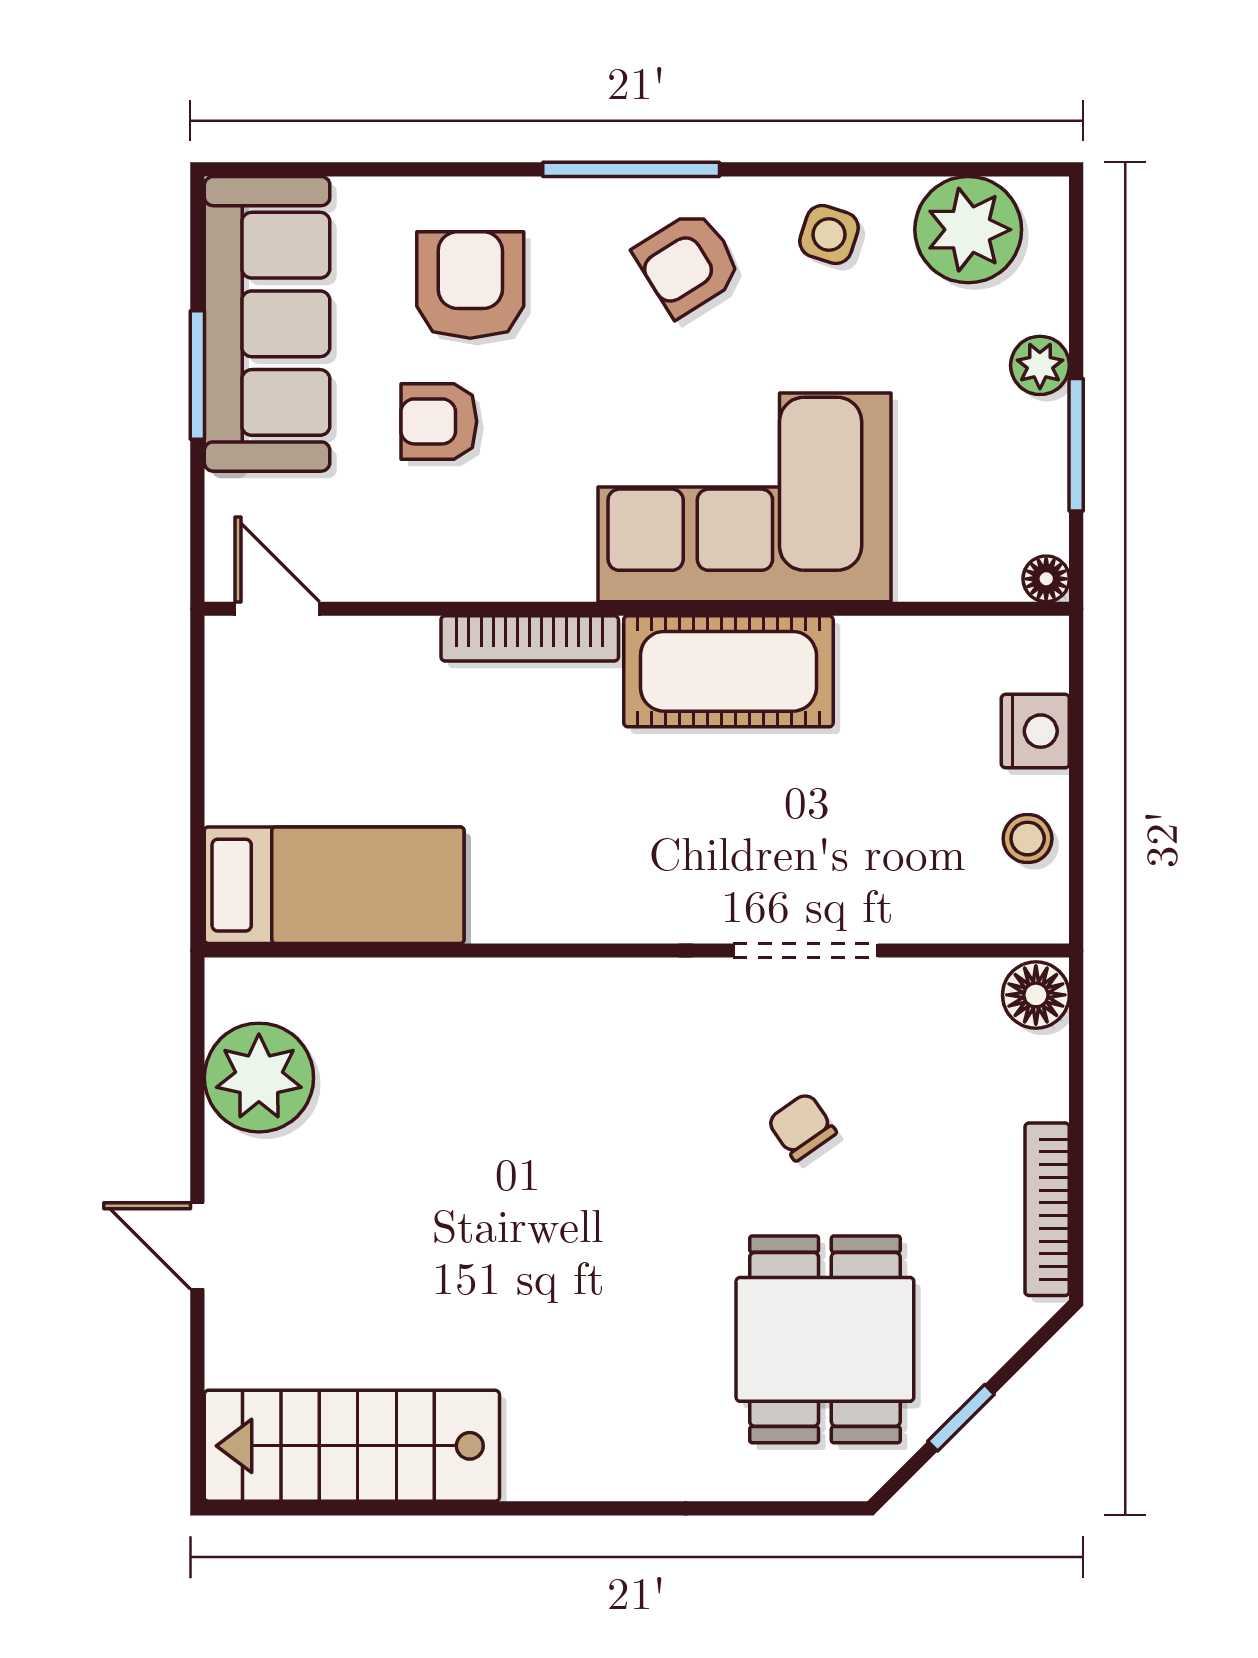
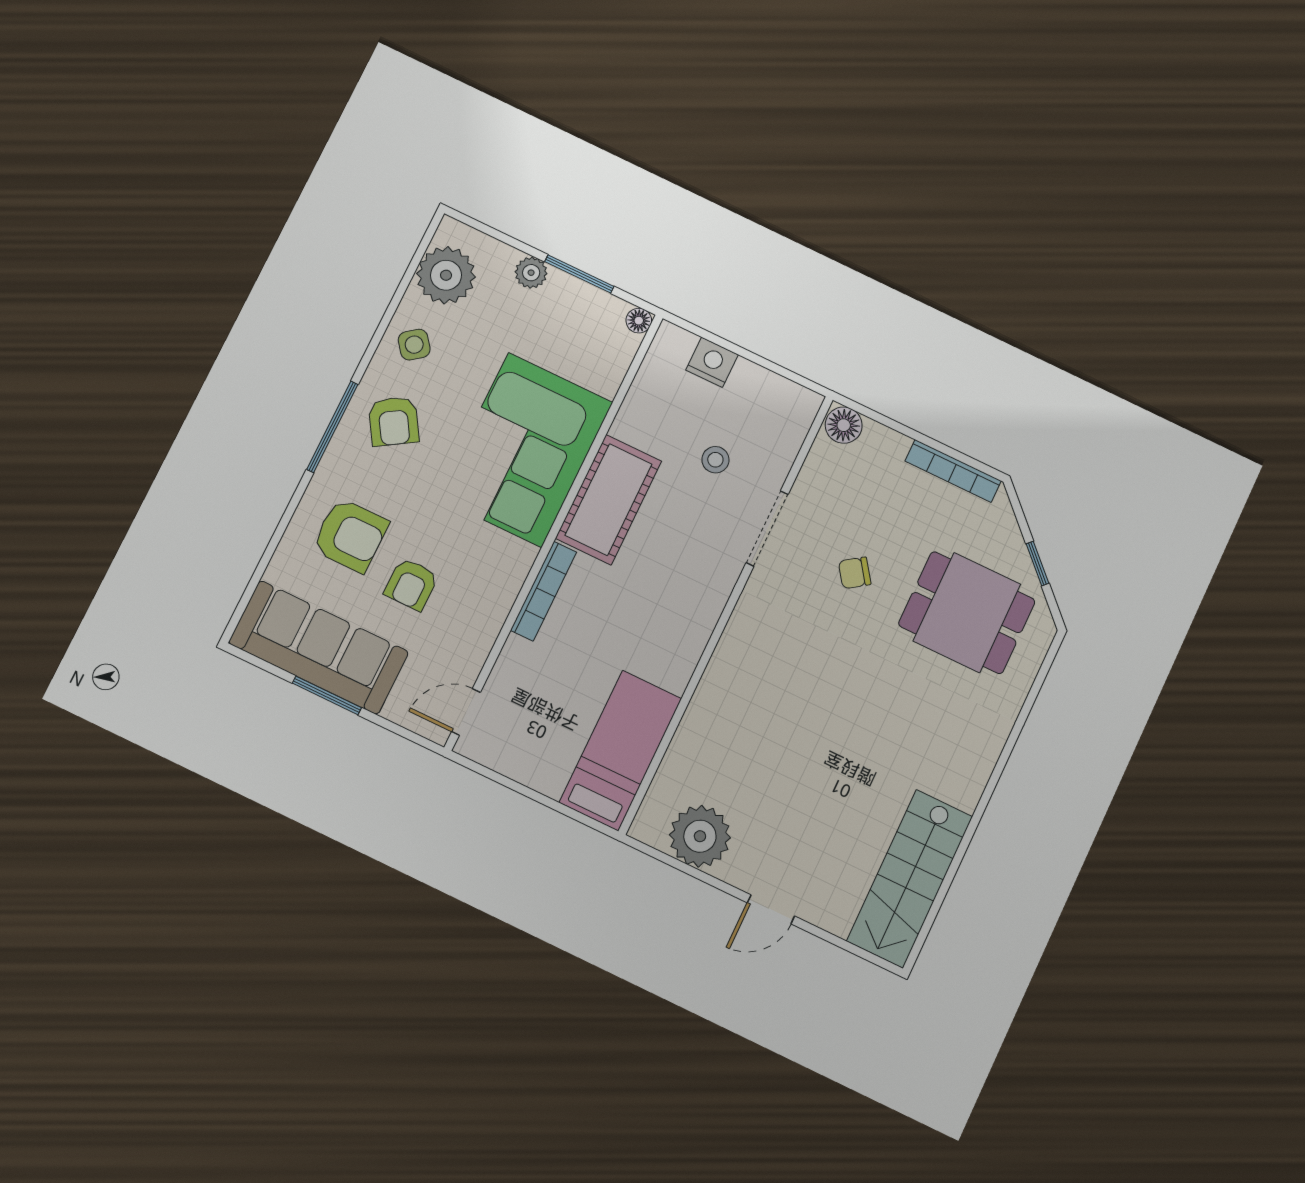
side table: (829, 234) -> (414, 345), turned 34
armchair: (470, 285) -> (350, 535), turned 180
stool: (1028, 839) -> (715, 460), moved

